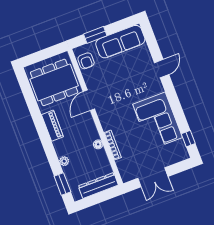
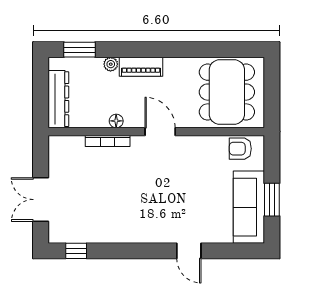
window: (95, 35) -> (272, 200), moved
door: (89, 100) -> (160, 132), moved
corner sofa: (158, 121) -> (117, 217), removed
piano: (52, 126) -> (141, 67), moved
double door: (153, 177) -> (41, 200), moved

